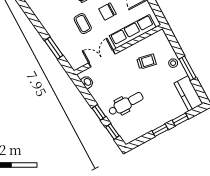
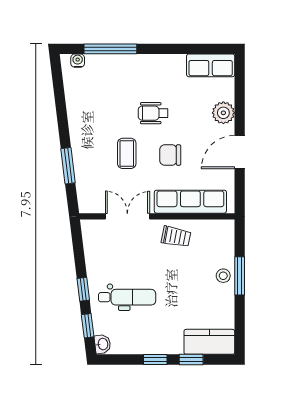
trolley: (146, 61) -> (176, 237), moved
window: (188, 68) -> (240, 276), moved
washbasin: (87, 82) -> (102, 344), moved
kitchen counter: (188, 93) -> (209, 342), moved, turned 90

